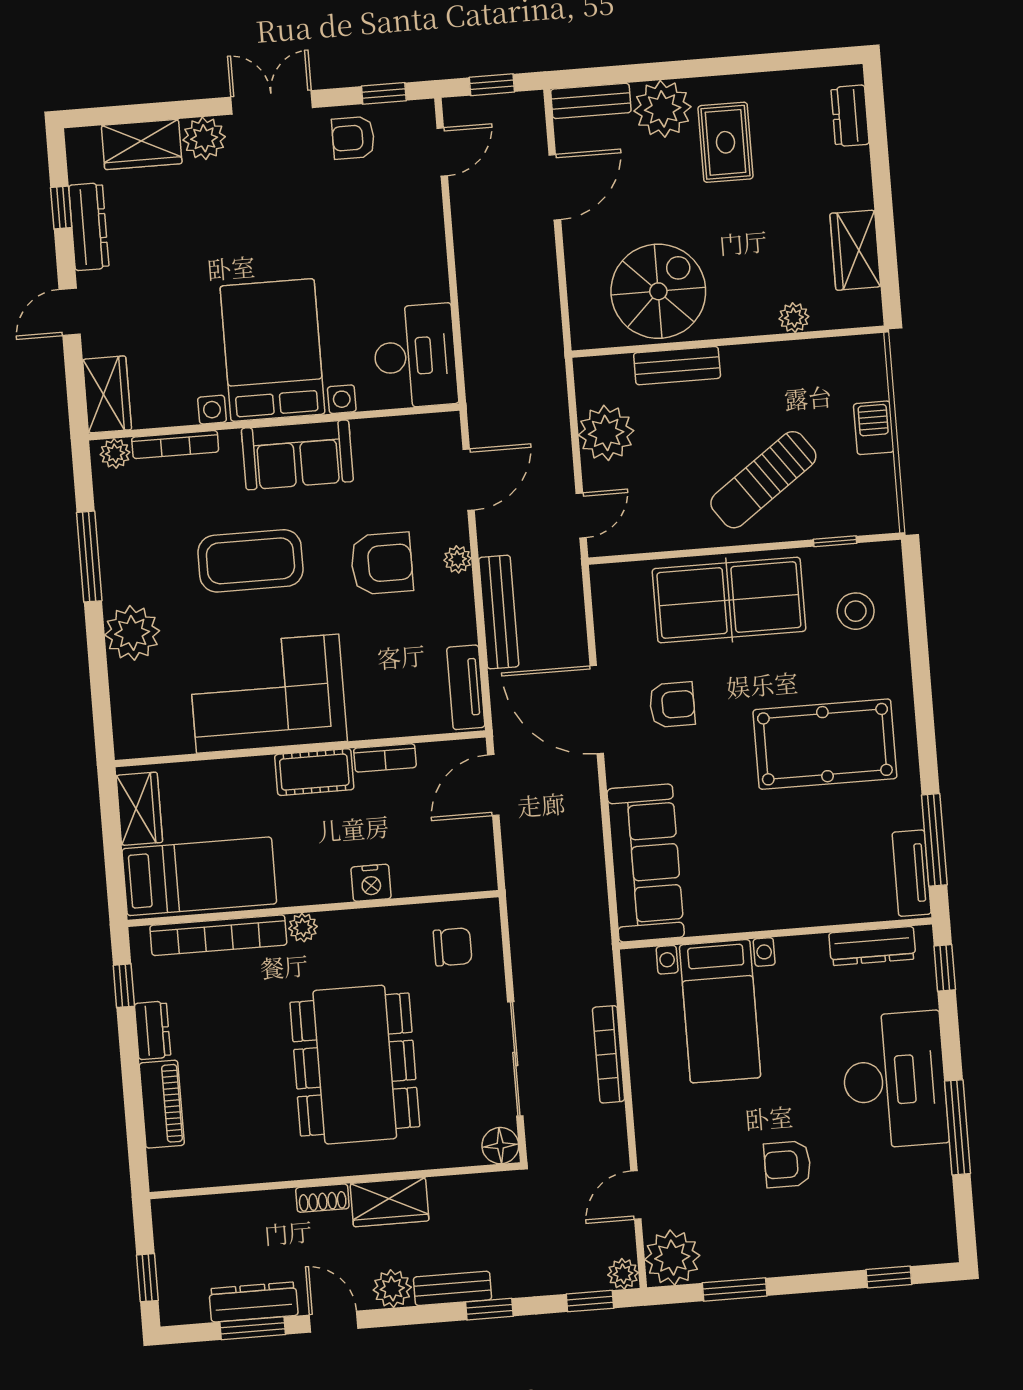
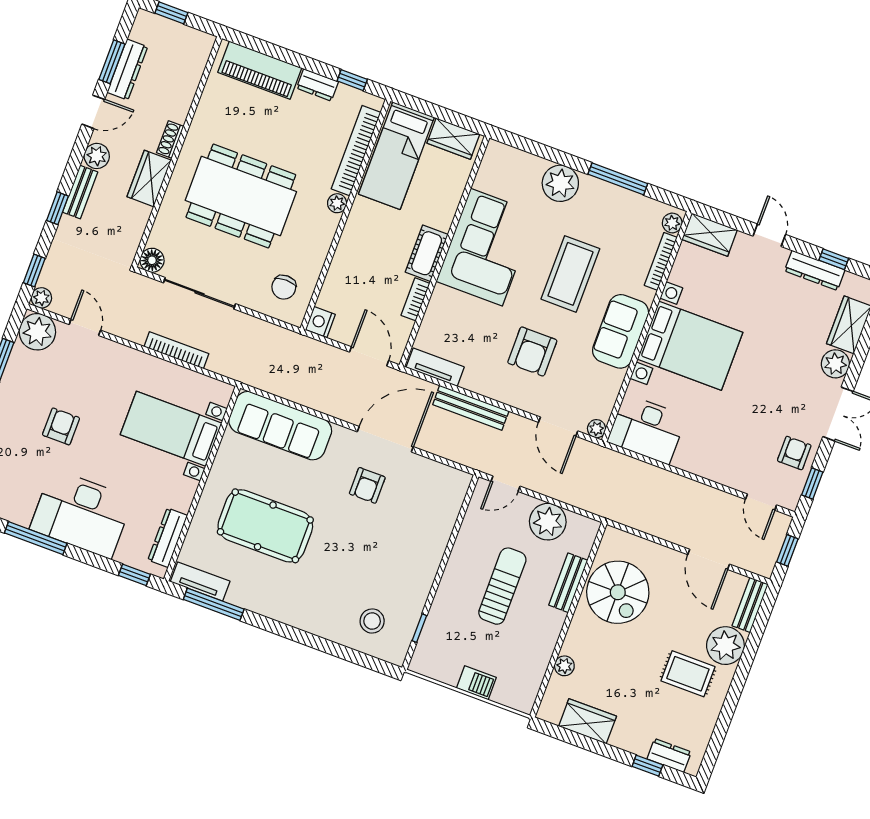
window: (878, 139) -> (647, 766), added
sun lounger: (763, 480) -> (502, 586), moved, turned 36
door: (581, 515) -> (506, 484), hinge flipped
plant: (458, 559) -> (597, 429), moved
table tennis table: (729, 600) -> (414, 549), removed
pool table: (825, 744) -> (265, 526), moved, turned 90
nightstand: (371, 883) -> (320, 322), moved
piano: (162, 1104) -> (260, 70), width x1.37, depth x1.33

